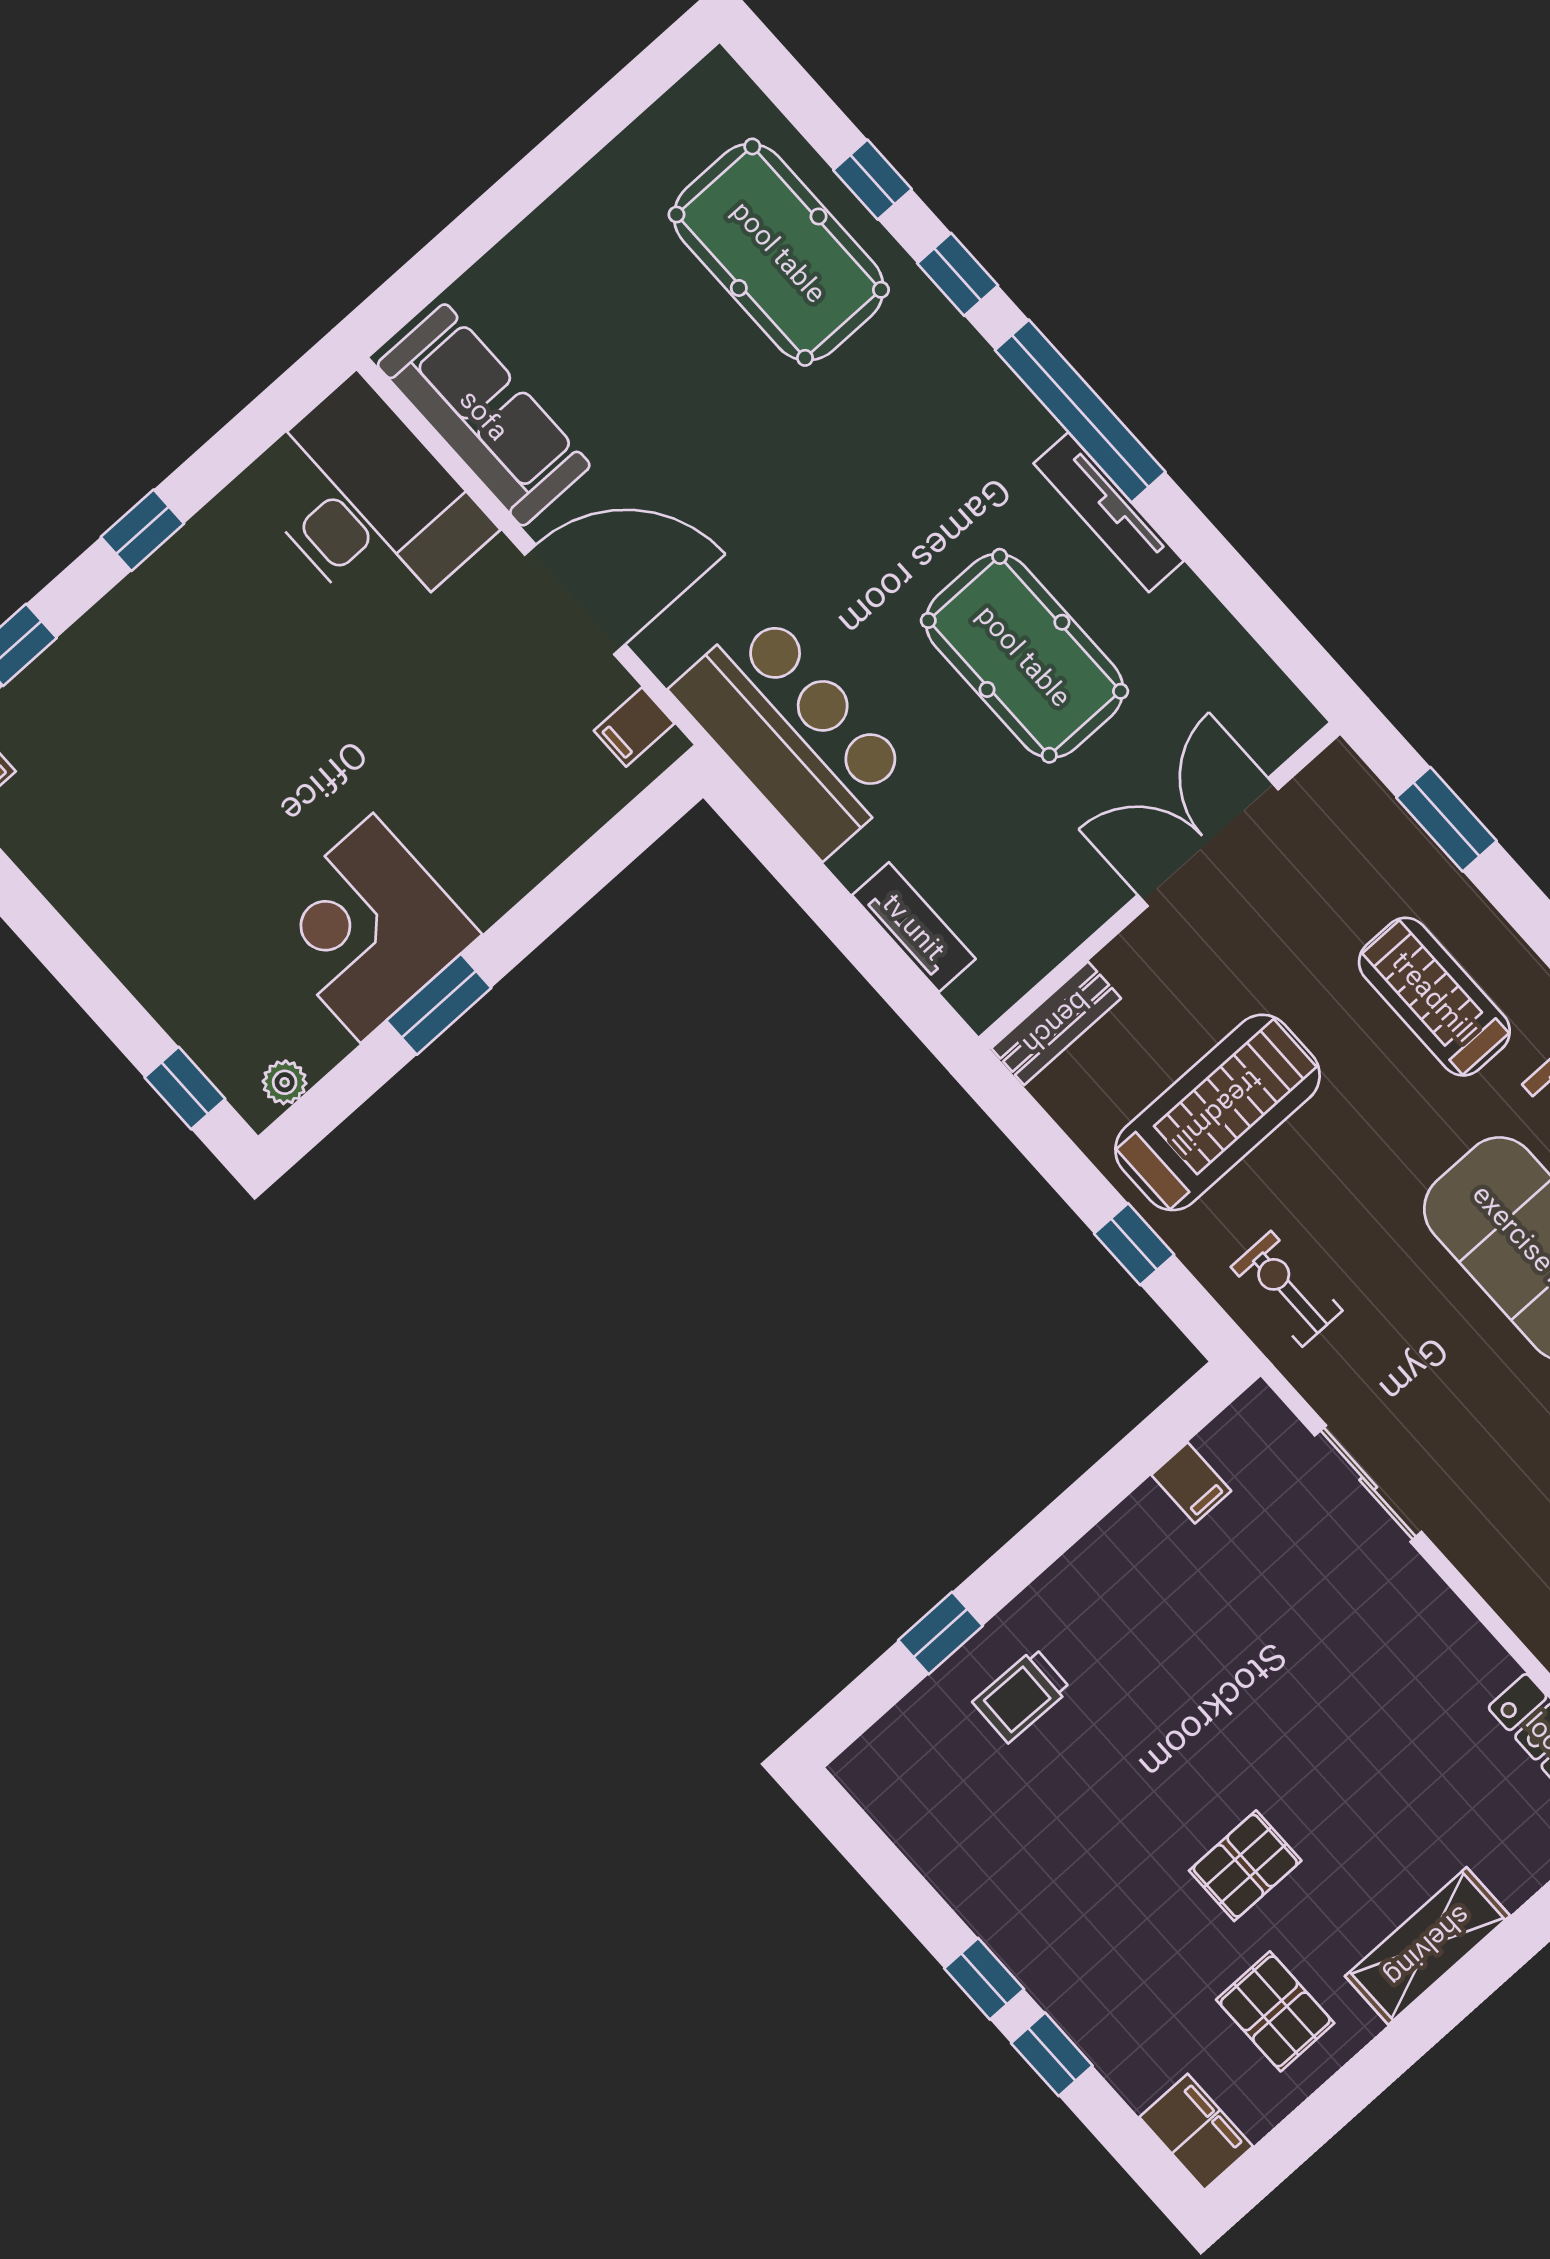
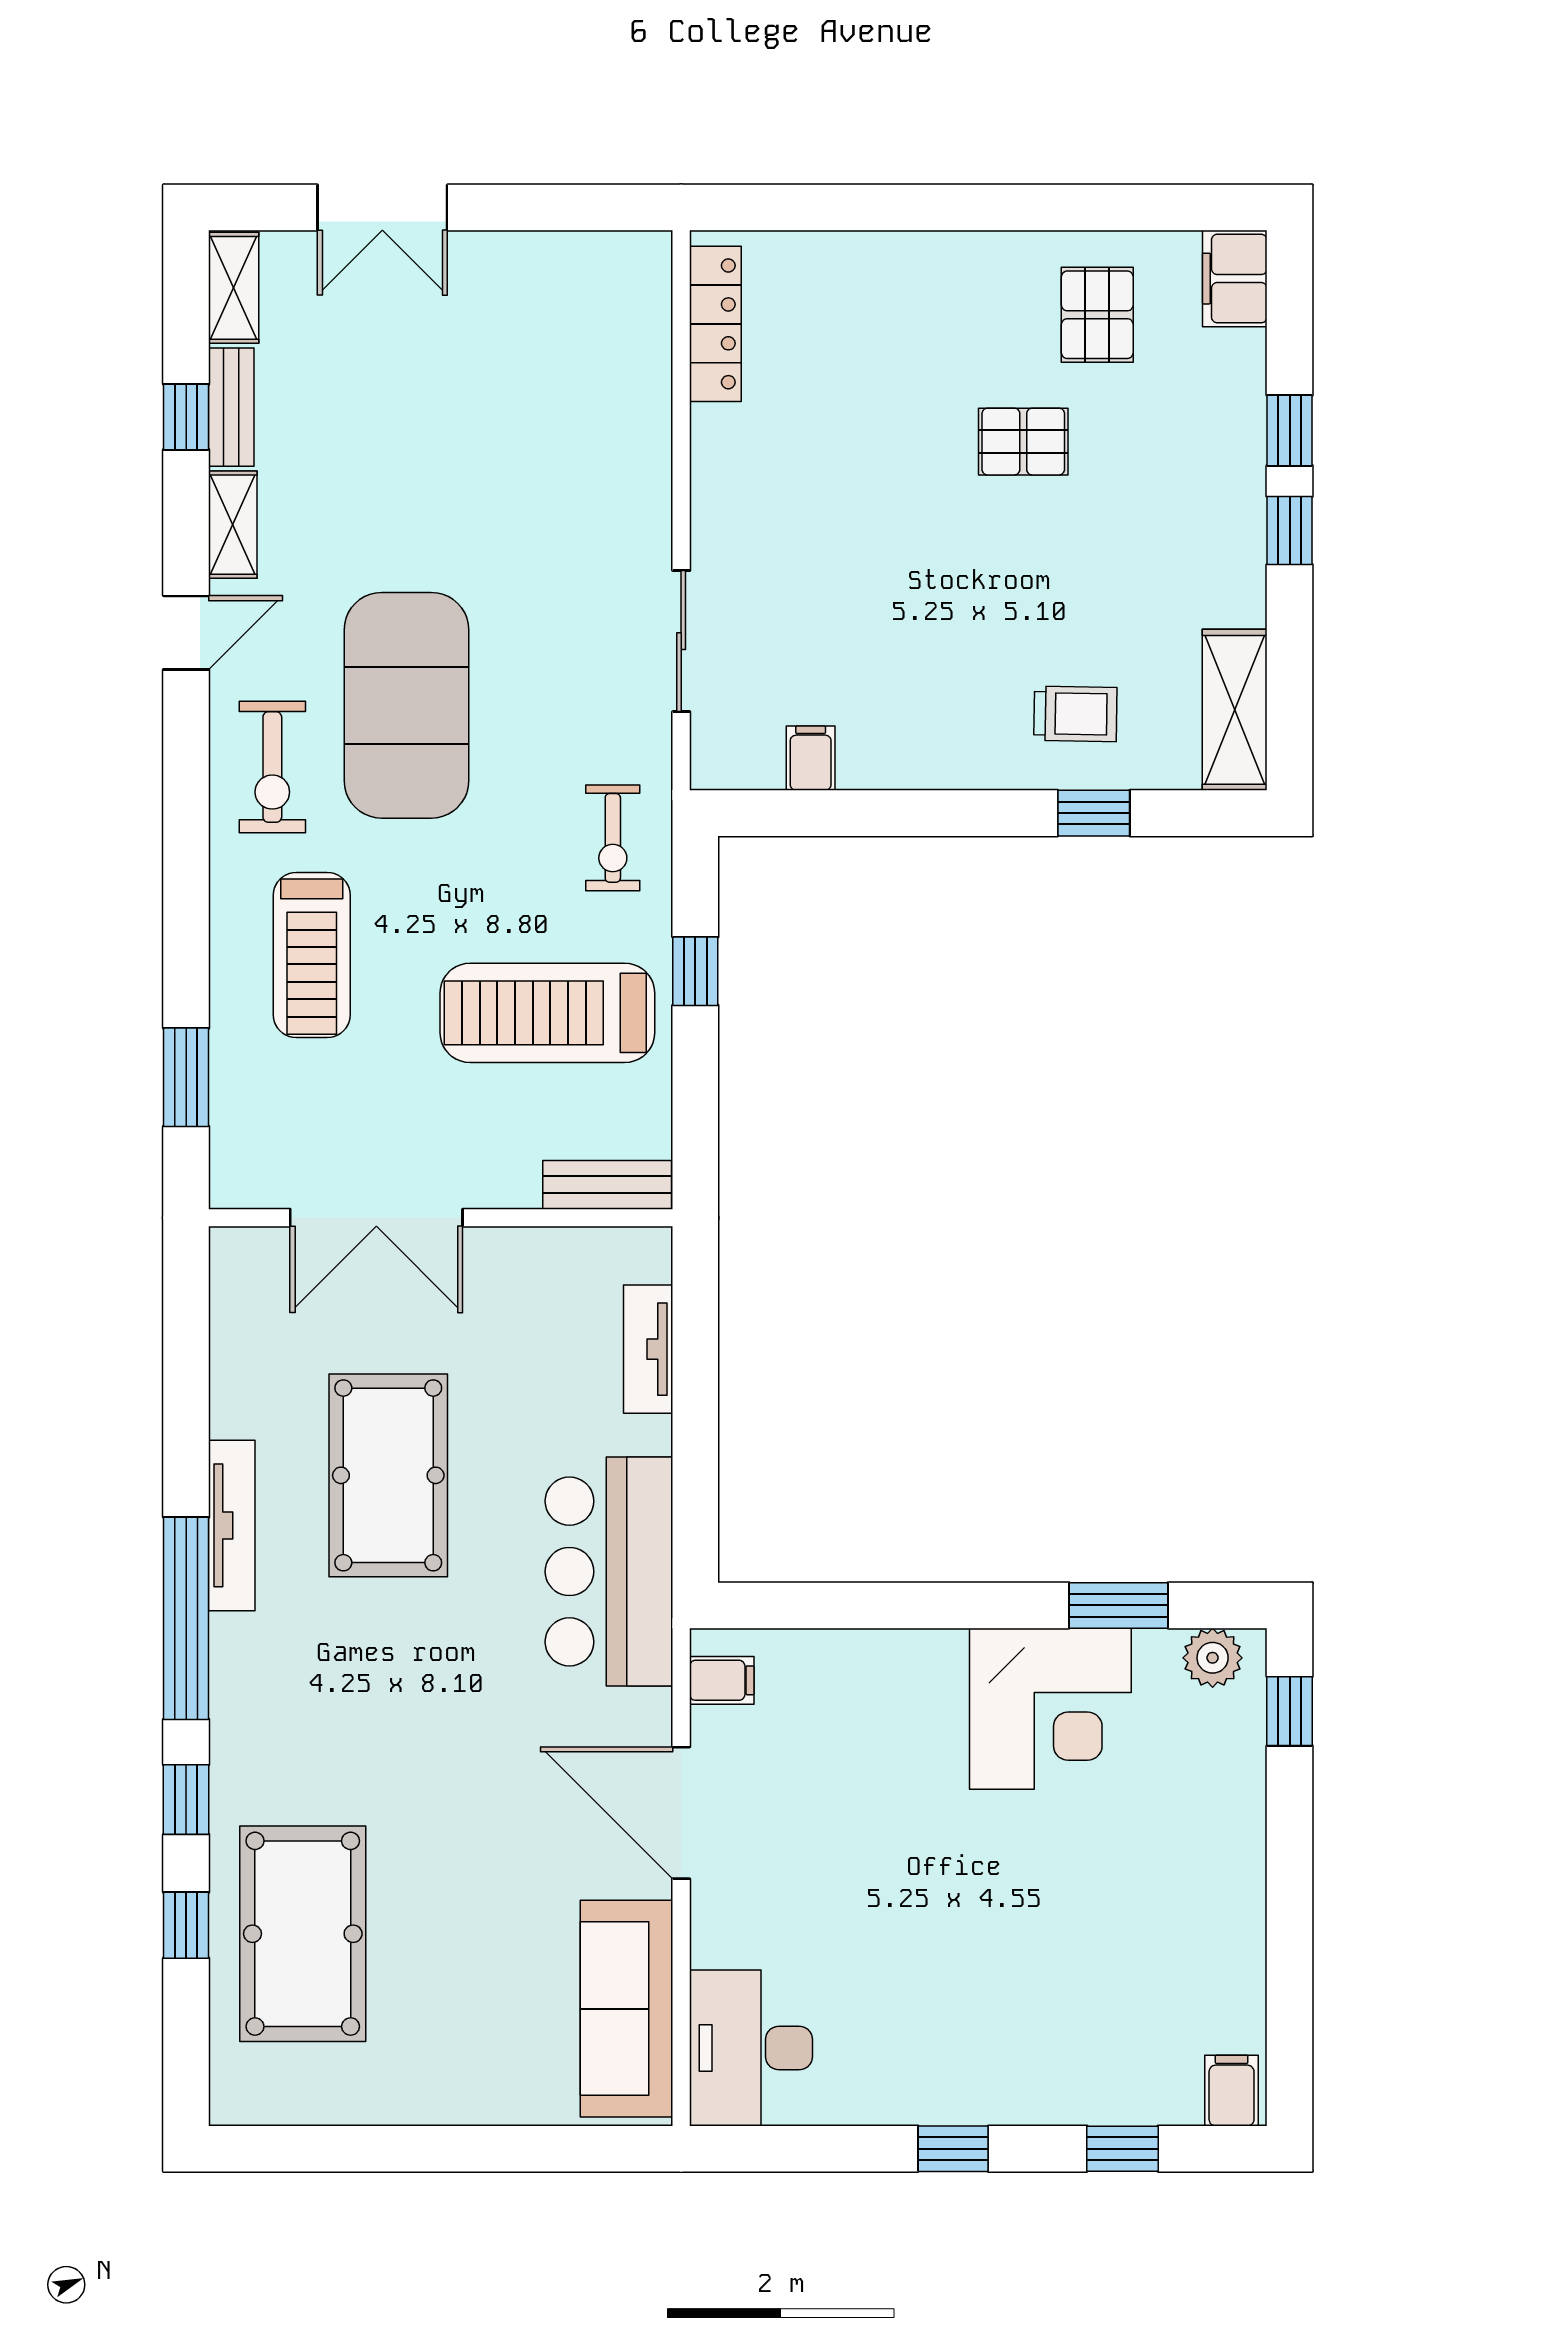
desk: (369, 503) -> (751, 2048), width x0.73, depth x0.77
window: (439, 1004) -> (1118, 1605), moved
plant: (285, 1082) -> (1213, 1658), width x1.38, depth x1.38
shelving: (1428, 1946) -> (1235, 710), moved, turned 90

